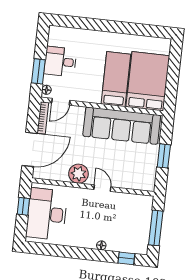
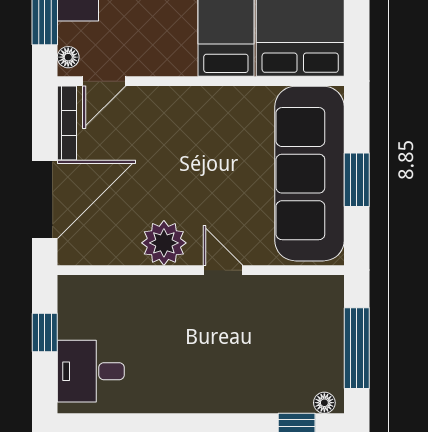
sofa: (122, 126) -> (309, 174), moved, turned 90
desk: (47, 214) -> (91, 371), width x0.53, depth x0.77
floor lamp: (101, 245) -> (324, 403), moved

